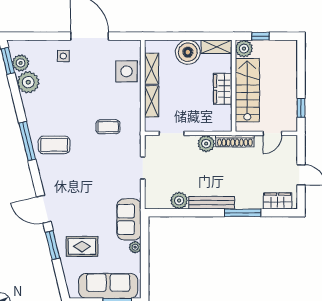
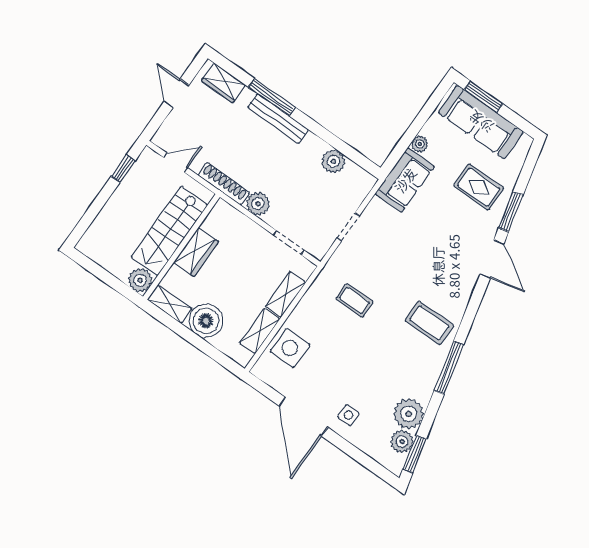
window: (260, 36) -> (112, 281), removed
window: (27, 141) -> (449, 368), moved
bench: (212, 203) -> (278, 119), moved

